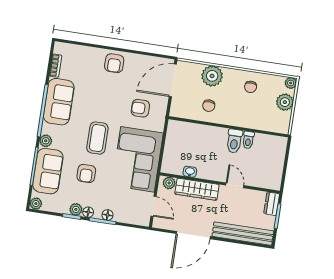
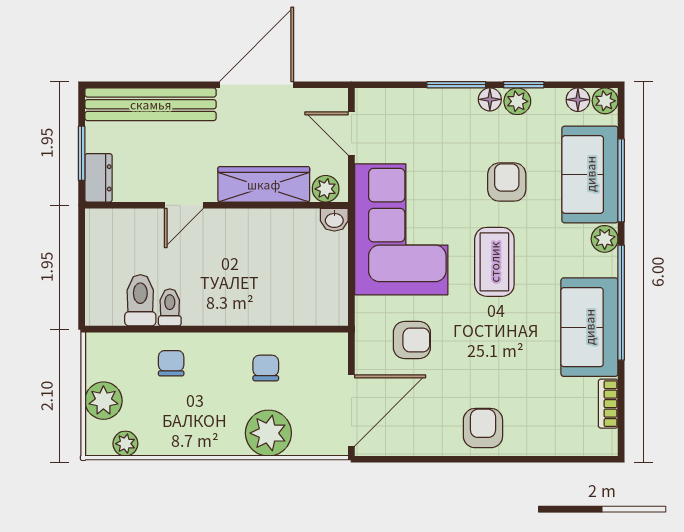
plant: (291, 83) -> (125, 444), moved
chair: (251, 87) -> (171, 363), moved
toilet: (234, 141) -> (140, 300), moved
washbasin: (190, 172) -> (334, 220), moved
door: (235, 185) -> (184, 205), hinge flipped
floor lamp: (107, 215) -> (578, 100), moved

